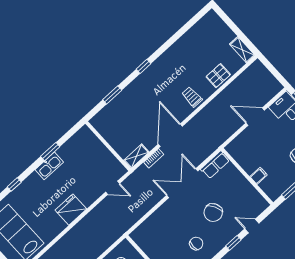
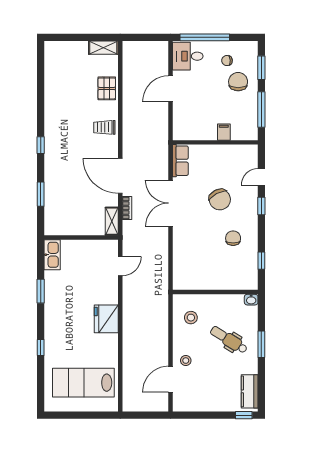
kitchen sink: (49, 166) -> (52, 255), moved

